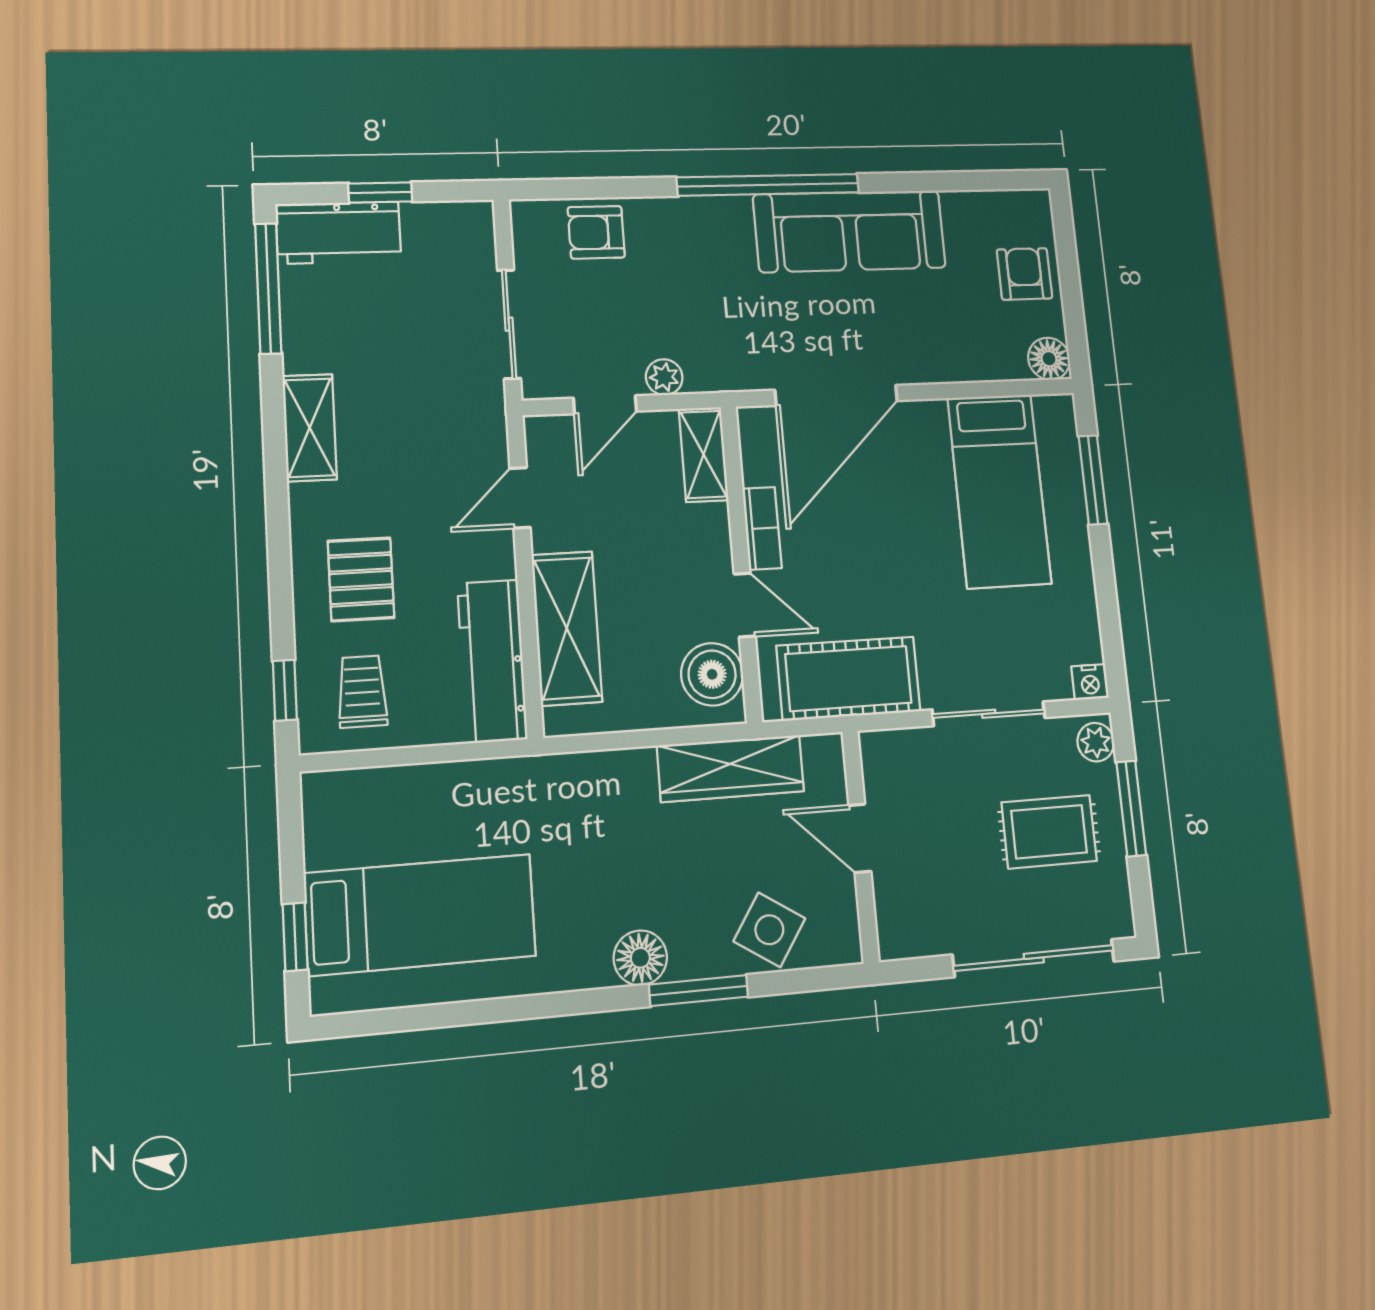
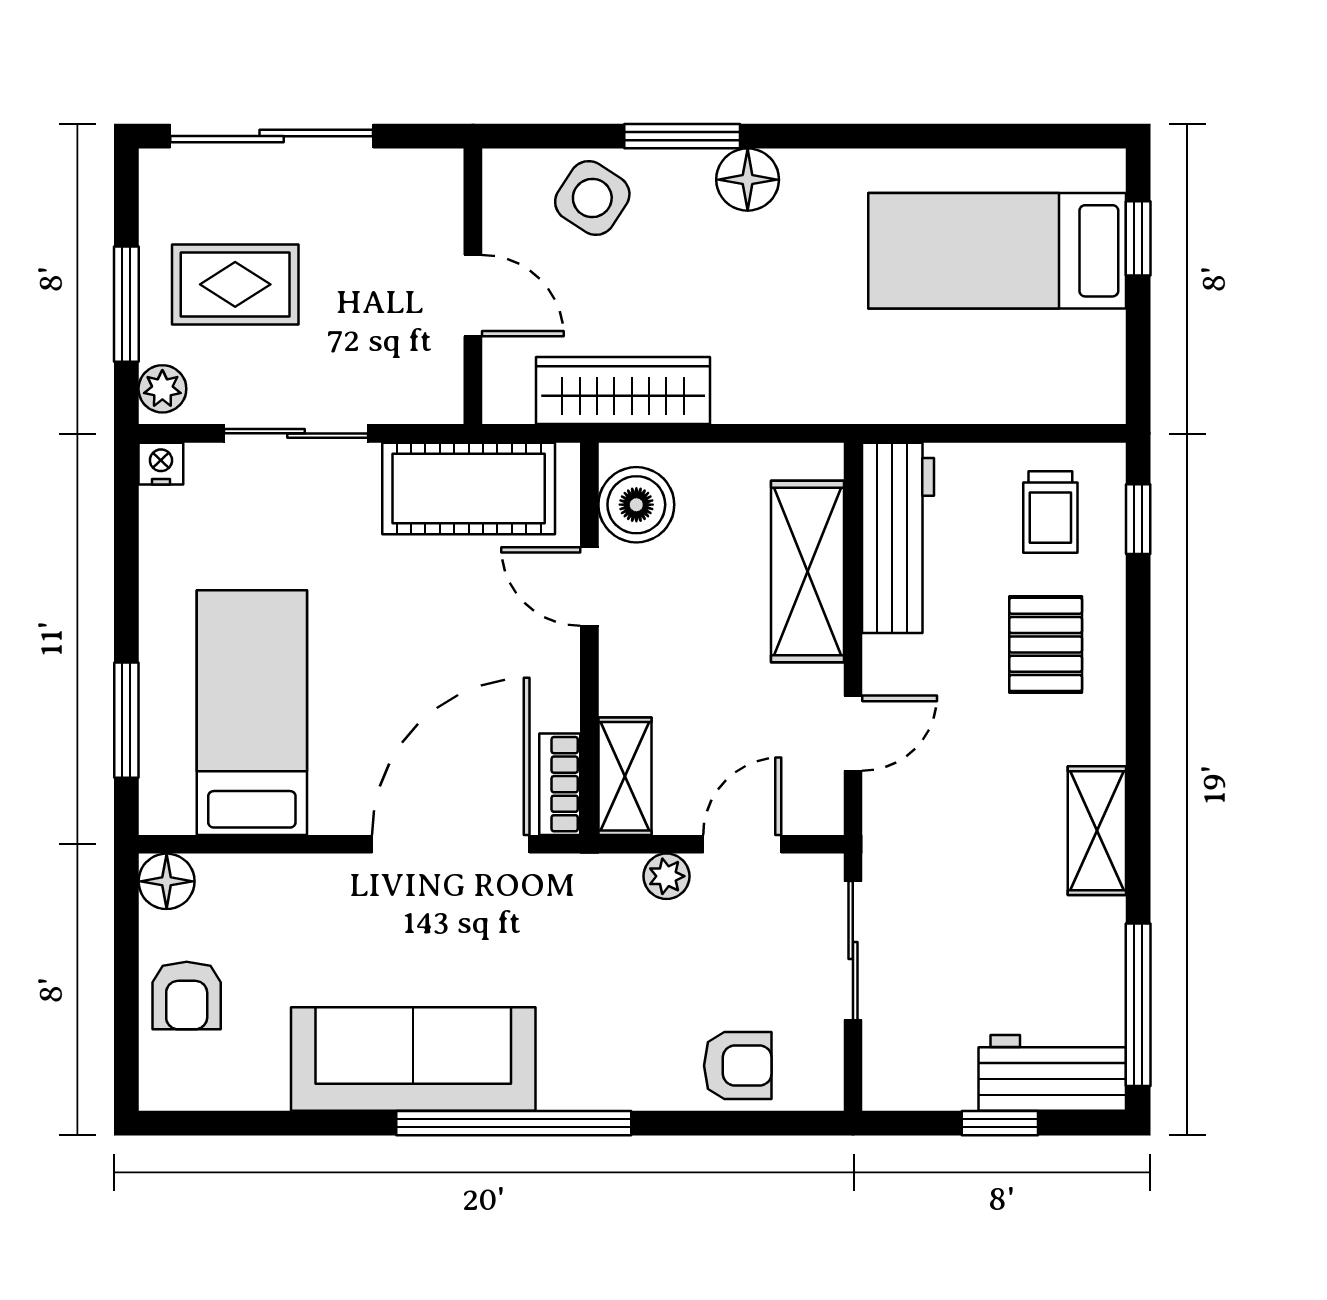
bookcase: (762, 528) -> (560, 784), moved

